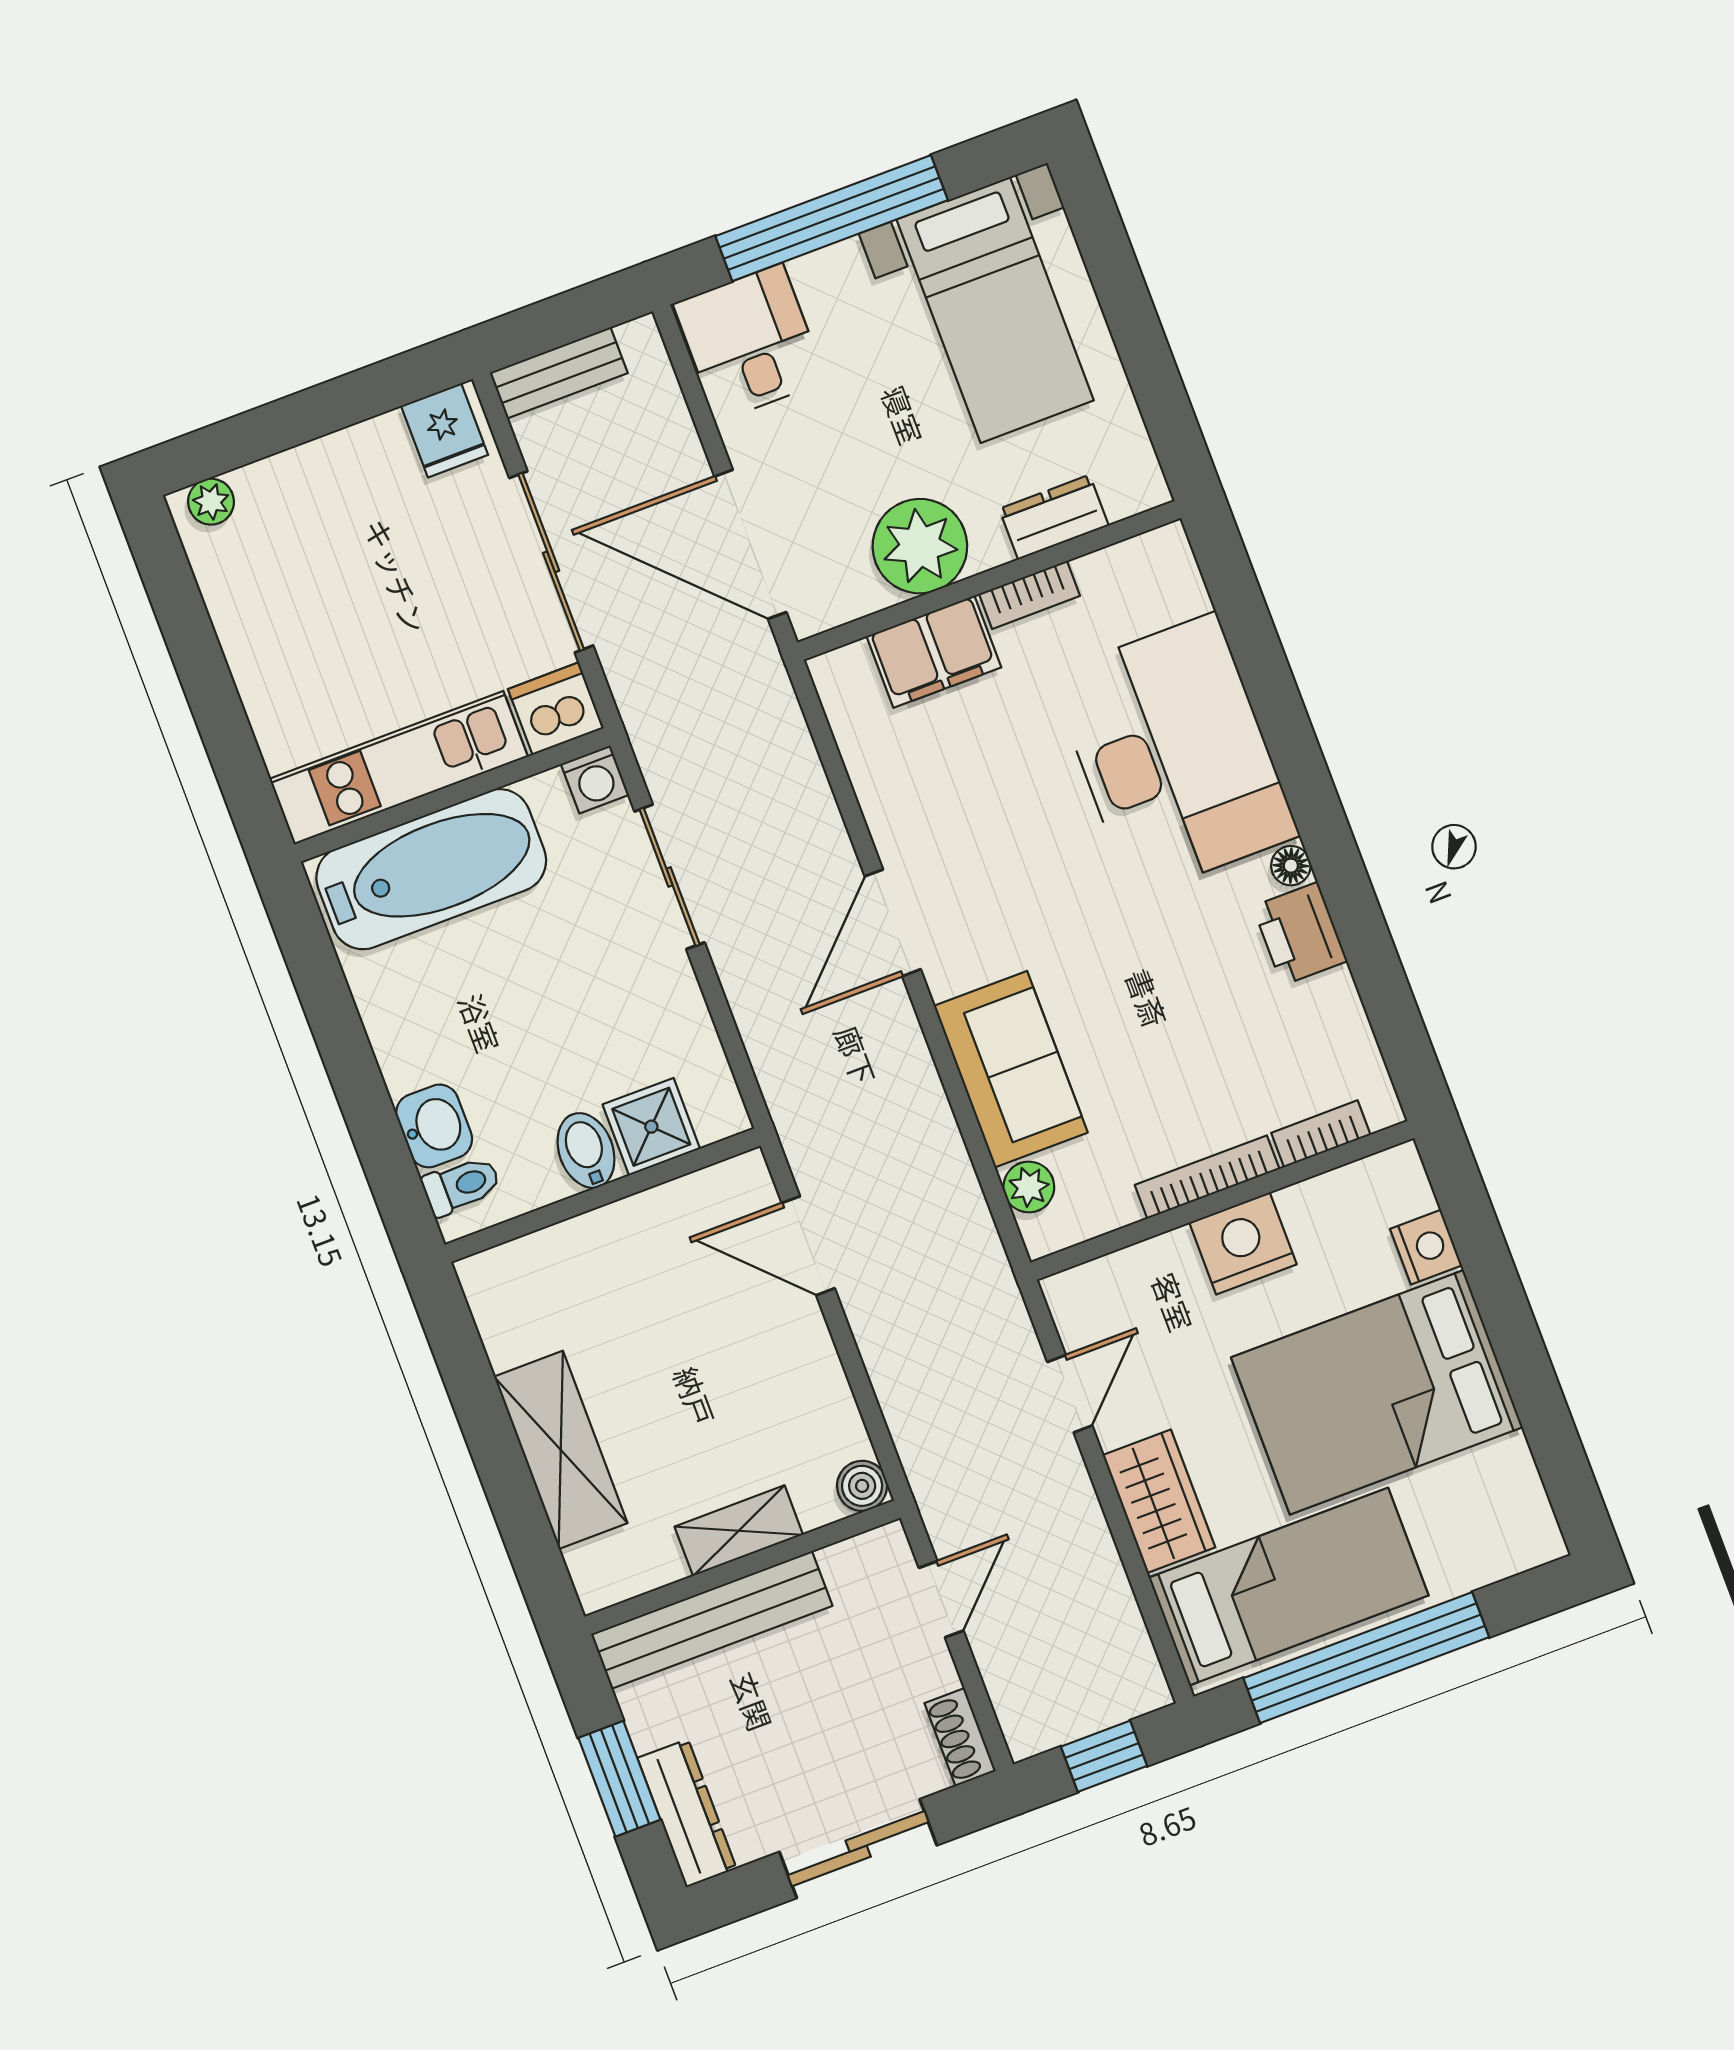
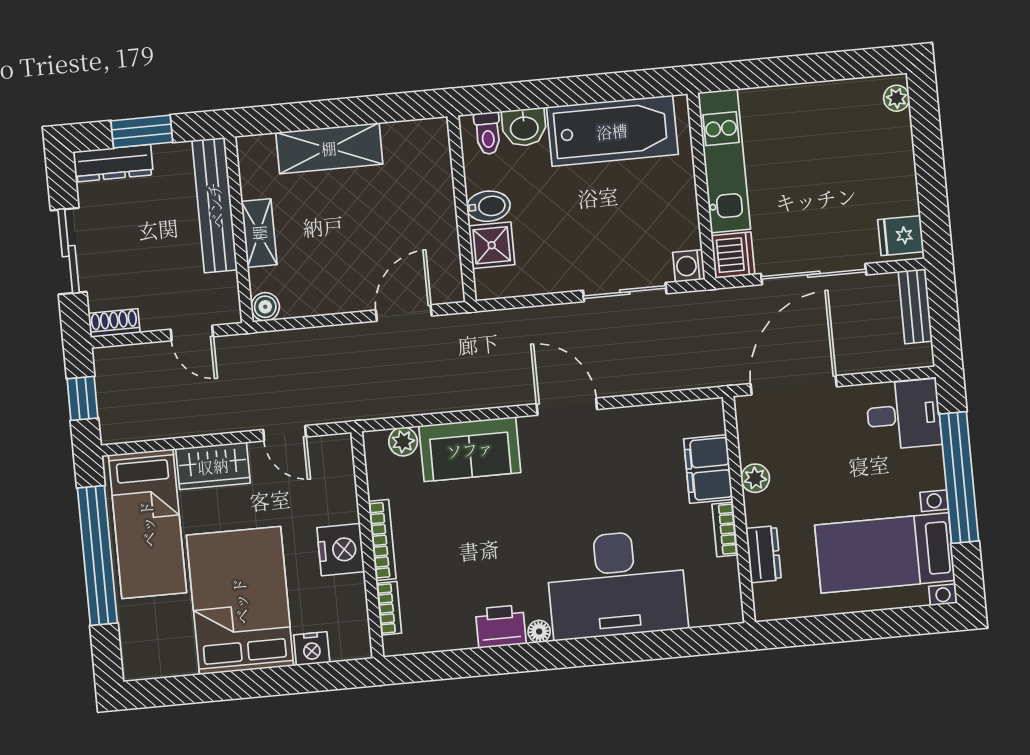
plant: (920, 546) -> (755, 478), width x0.53, depth x0.53
bathtub: (431, 869) -> (612, 131), moved, turned -90

